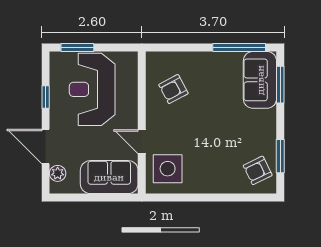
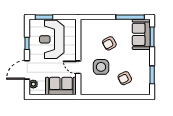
armchair: (173, 89) -> (109, 43), moved
door: (46, 147) -> (27, 70), hinge flipped
side table: (168, 169) -> (101, 67), moved
armchair: (258, 170) -> (125, 78), moved

